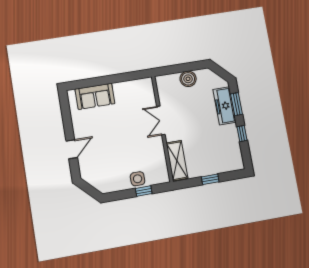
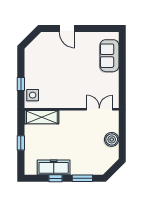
freezer: (224, 106) -> (54, 167), moved
double door: (161, 120) -> (99, 109), moved
side table: (138, 179) -> (33, 95), moved

